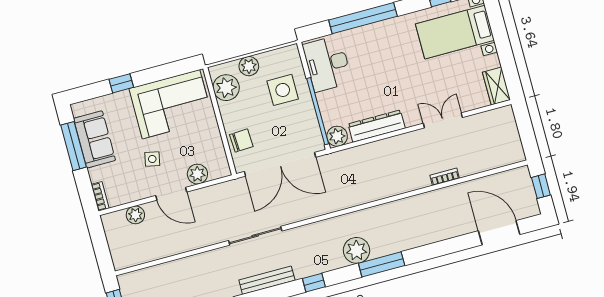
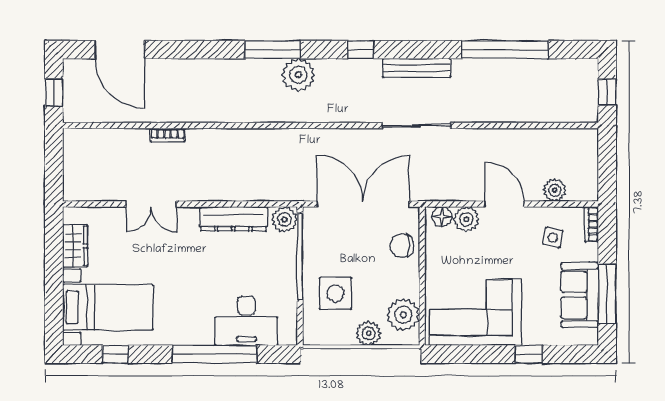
desk: (327, 64) -> (246, 321), moved, turned 90
wardrobe: (496, 86) -> (75, 246), moved
side table: (152, 159) -> (553, 237), moved
floor lamp: (217, 171) -> (442, 217), added

